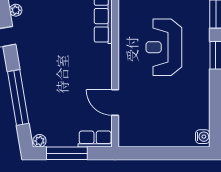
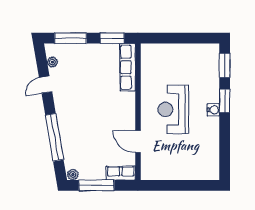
reception desk: (164, 47) -> (173, 109), moved
water cooler: (203, 137) -> (213, 110), moved

